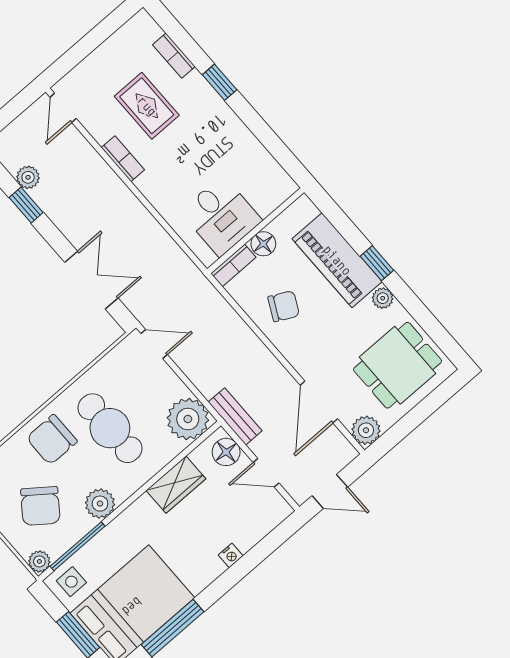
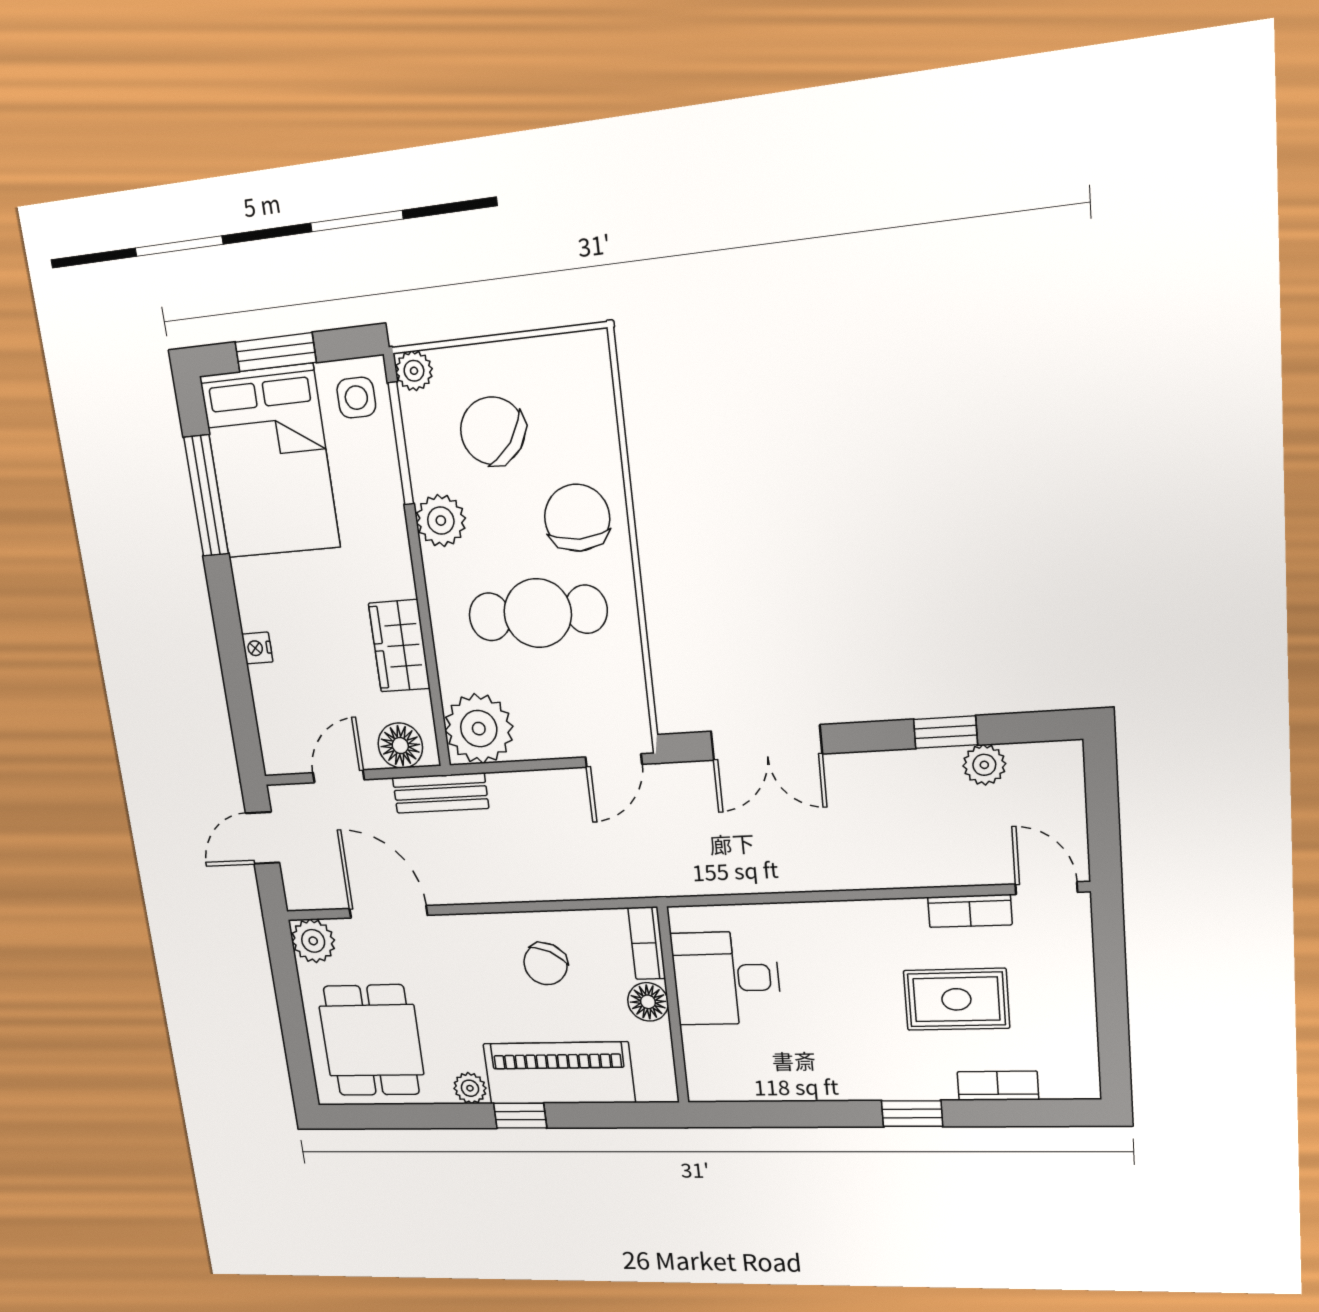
bookcase: (123, 159) -> (970, 911), moved

